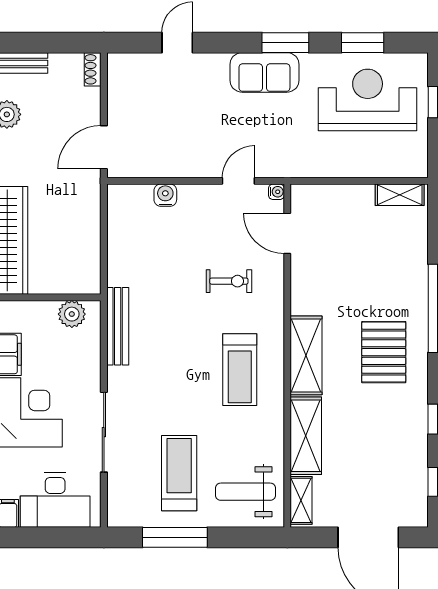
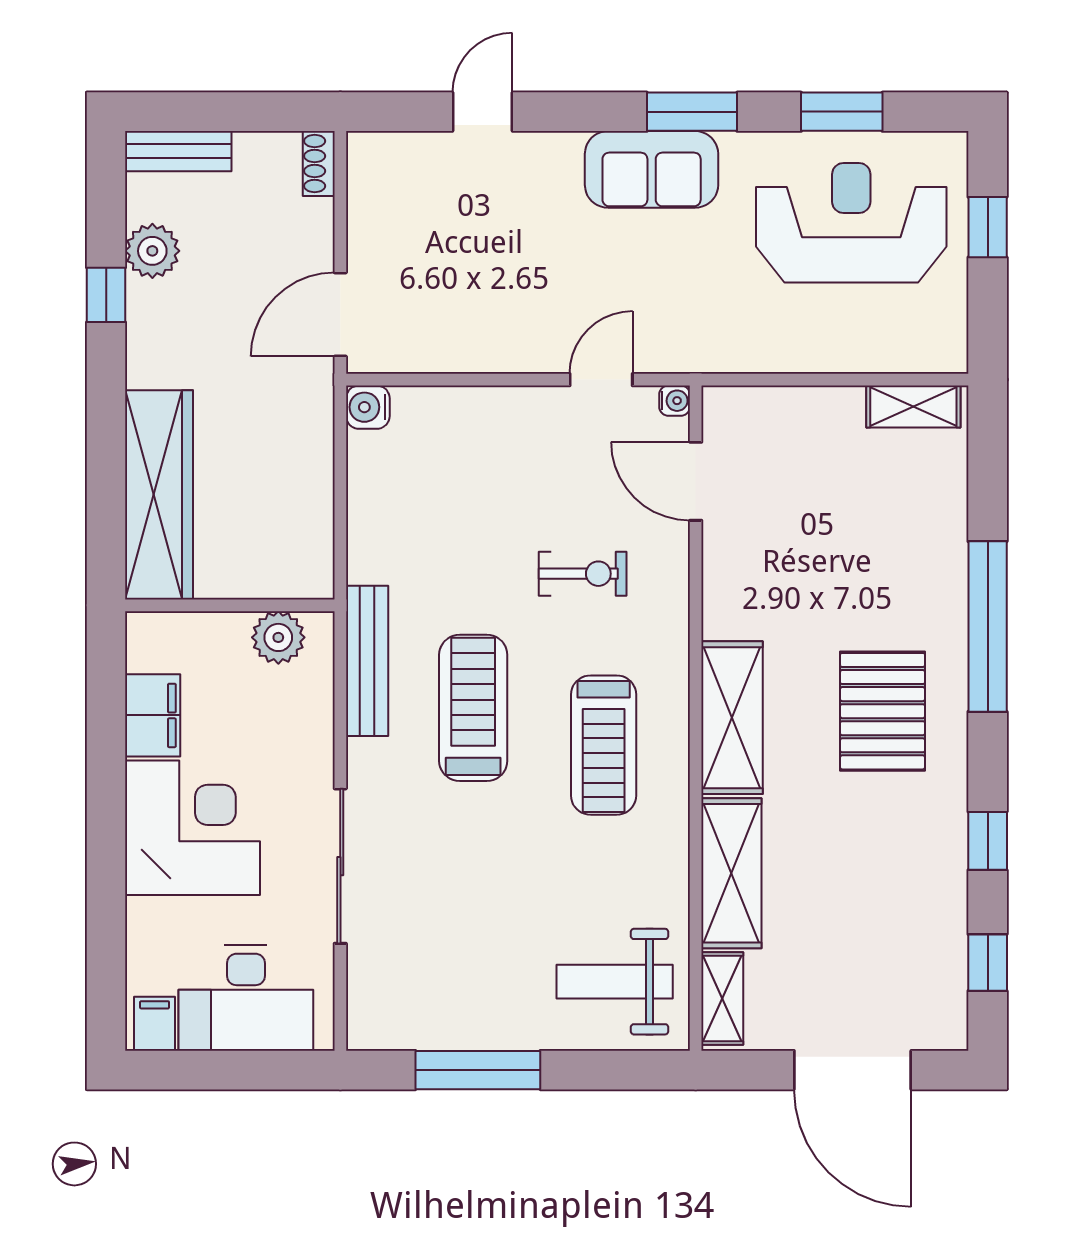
water cooler: (165, 195) -> (368, 407), moved, turned -90
treadmill: (179, 473) -> (473, 708), moved

